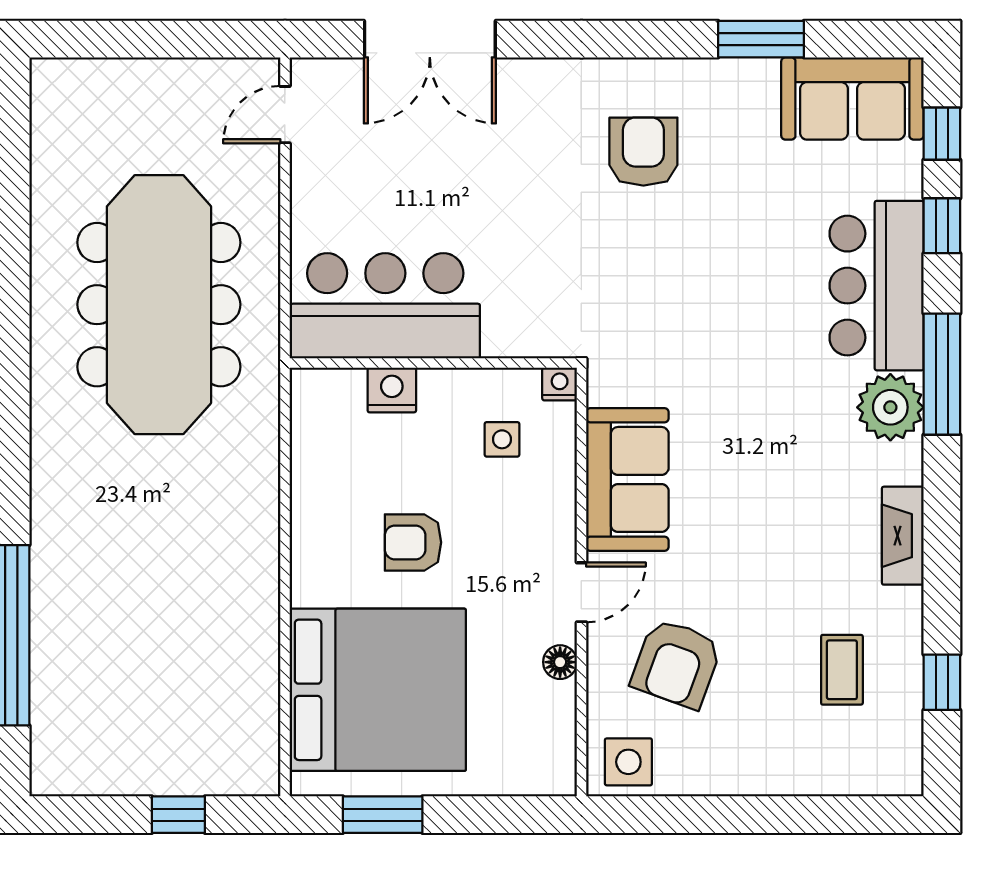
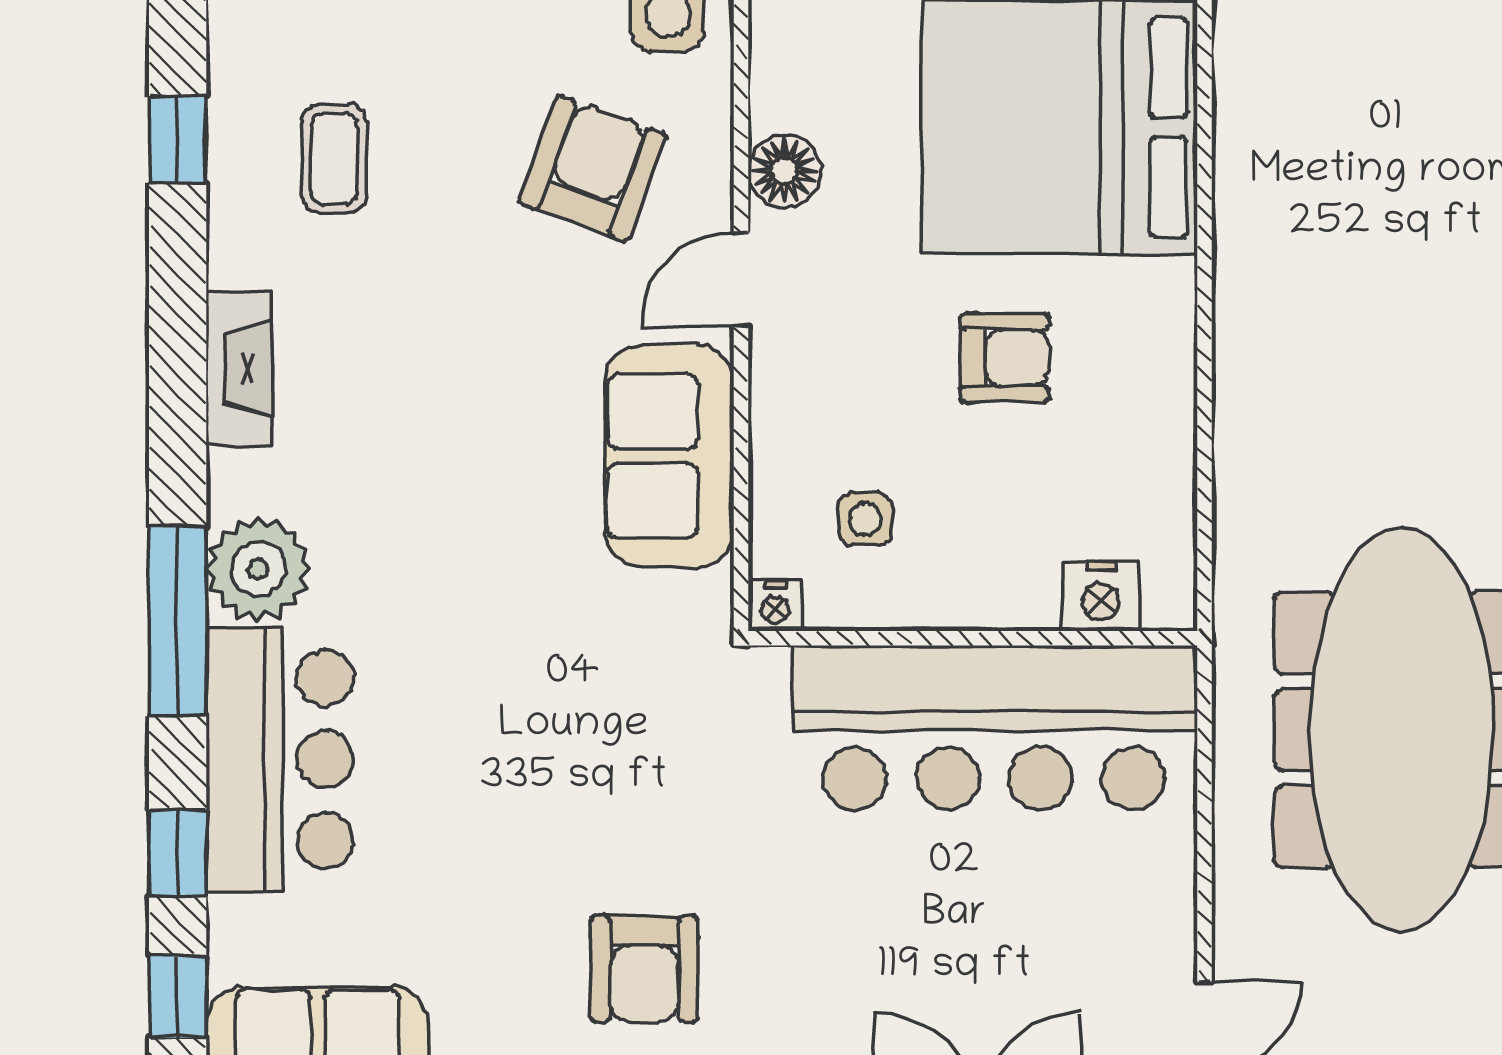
bar counter: (385, 306) -> (994, 728), width x1.36
nightstand: (392, 390) -> (1100, 596), moved
floor lamp: (560, 662) -> (784, 171), width x1.37, depth x1.37

